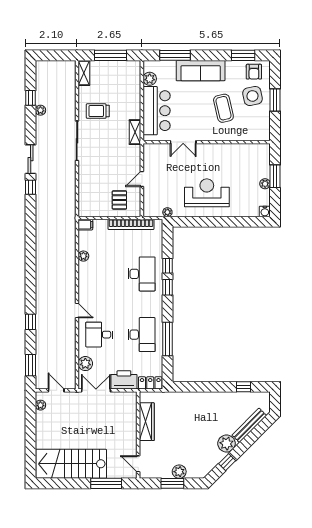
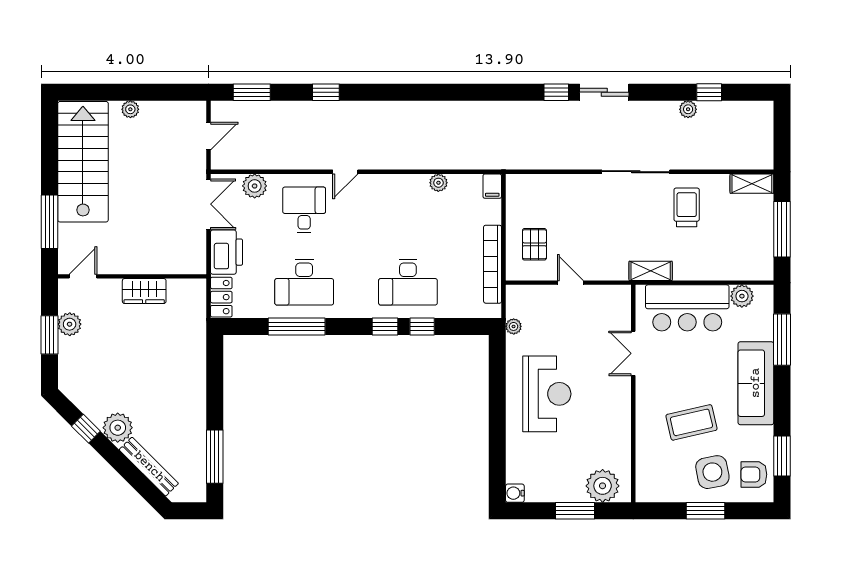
plant: (265, 184) -> (603, 486), moved, width x1.87, depth x1.87
pallet: (119, 200) -> (534, 244), turned 90
window: (244, 387) -> (215, 457), width x2.17
plant: (40, 405) -> (130, 109), moved
wardrobe: (147, 422) -> (144, 291), width x0.67
plant: (179, 472) -> (70, 324), moved

